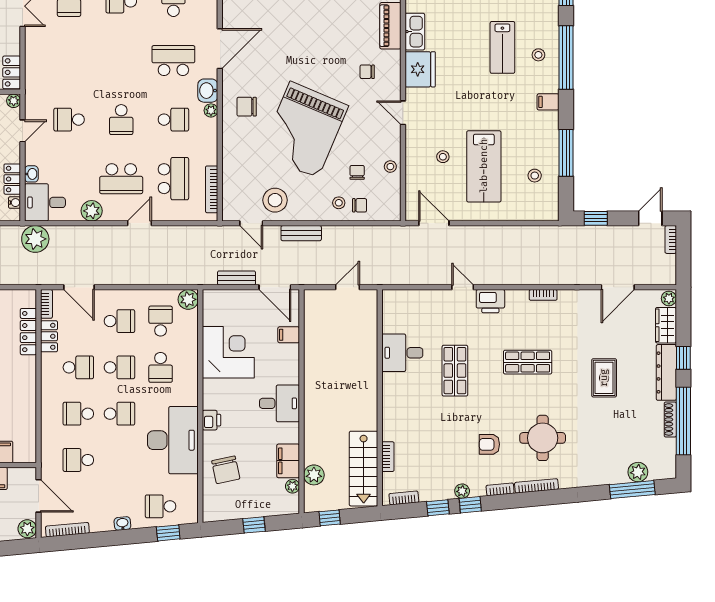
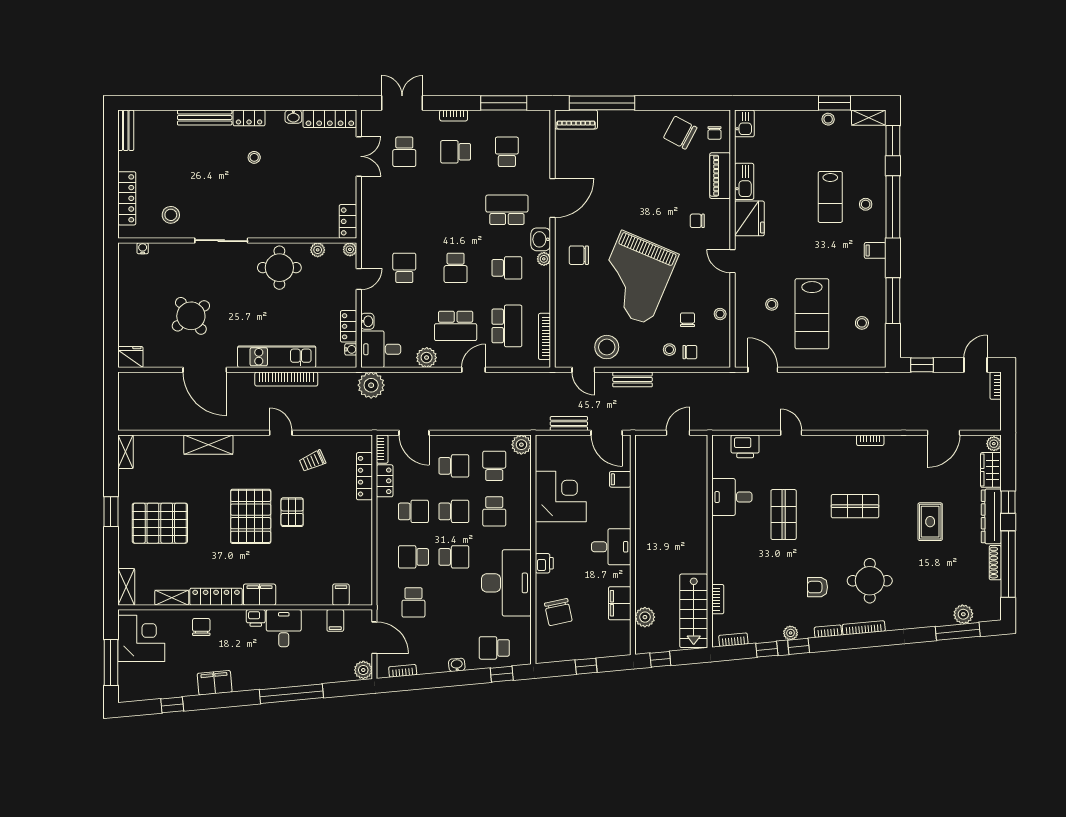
school desk: (69, 120) -> (404, 268), turned 90
printer: (490, 301) -> (745, 446), moved
school desk: (78, 460) -> (413, 602), turned -90
plant: (292, 486) -> (624, 628), removed
bookcase: (67, 530) -> (403, 671), width x0.64

